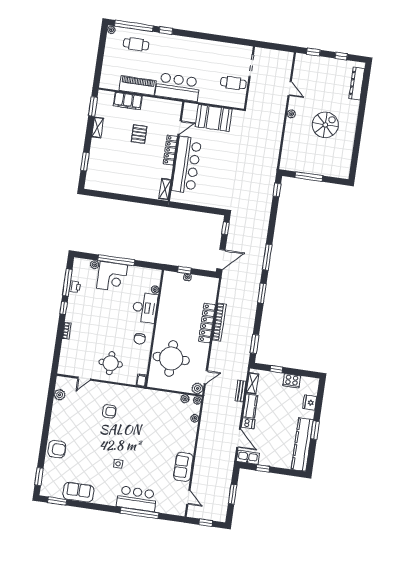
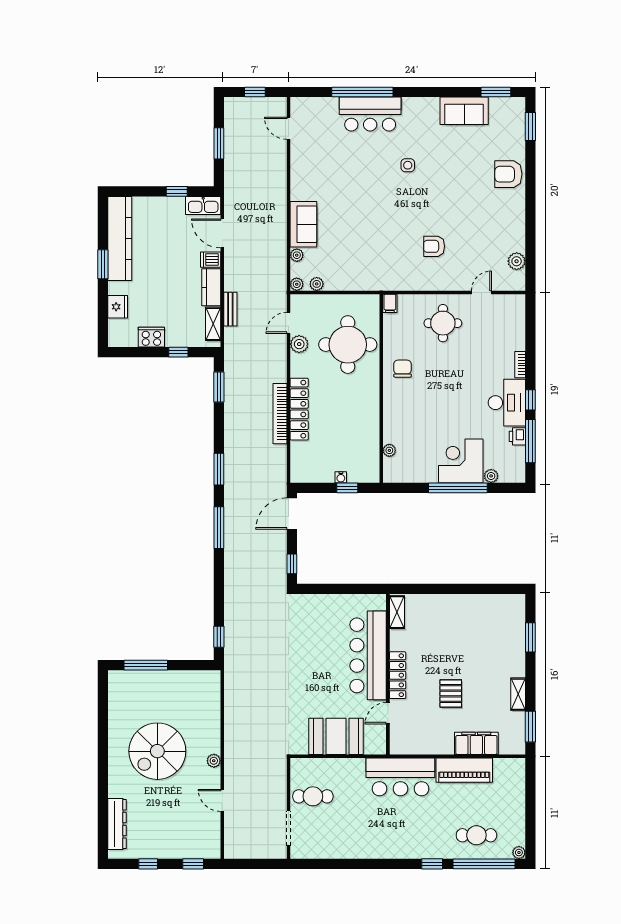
spiral stairs: (325, 125) -> (157, 751), width x1.37, depth x1.37
window: (309, 177) -> (146, 665), moved
desk: (145, 308) -> (507, 403), moved, turned 180
plant: (197, 388) -> (299, 344), moved
sofa: (183, 467) -> (303, 224), moved

